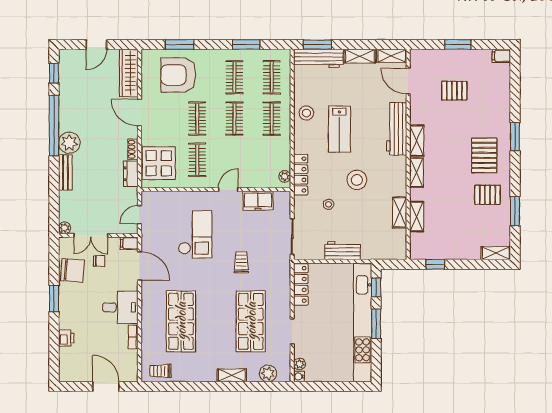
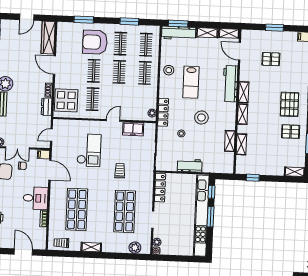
armchair: (178, 75) -> (95, 42), moved
shelving: (232, 375) -> (91, 247), moved

